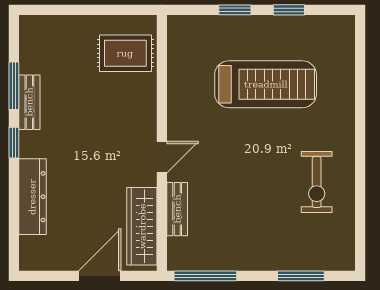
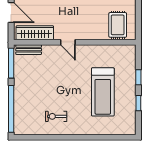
exercise bike: (317, 182) -> (56, 116), width x0.73, depth x0.72
bench: (177, 209) -> (29, 50), moved
window: (301, 276) -> (11, 109), width x2.11

